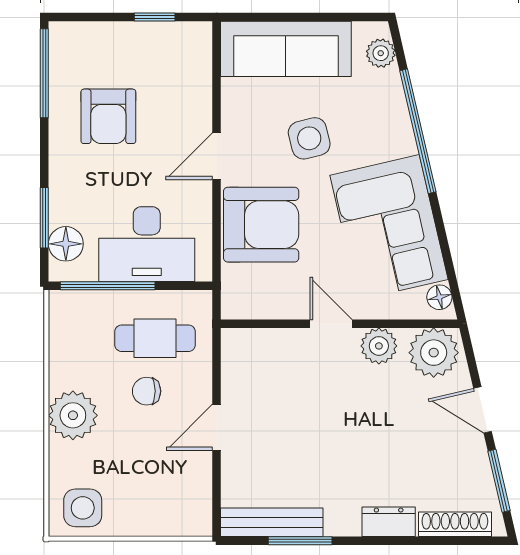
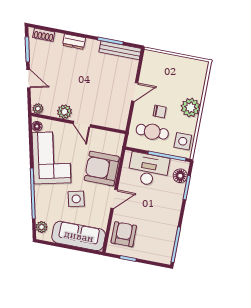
armchair: (108, 116) -> (124, 234), moved
plant: (434, 353) -> (38, 109), width x0.53, depth x0.53
side table: (83, 508) -> (183, 141), moved
shoe rack: (455, 524) -> (44, 35), width x0.70

